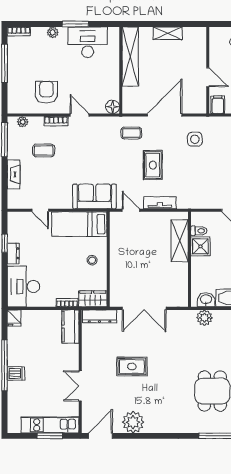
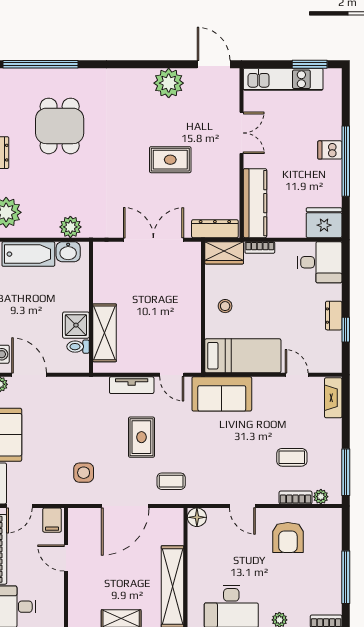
bookcase: (56, 121) -> (296, 497), moved
fireplace: (14, 174) -> (333, 398), moved
desk: (23, 286) -> (320, 262), width x0.73
fridge: (14, 318) -> (324, 223), width x1.88, depth x1.34
kitchen counter: (70, 327) -> (255, 203), width x1.50
window: (50, 436) -> (310, 64), moved
door: (100, 436) -> (214, 64), swing flipped

